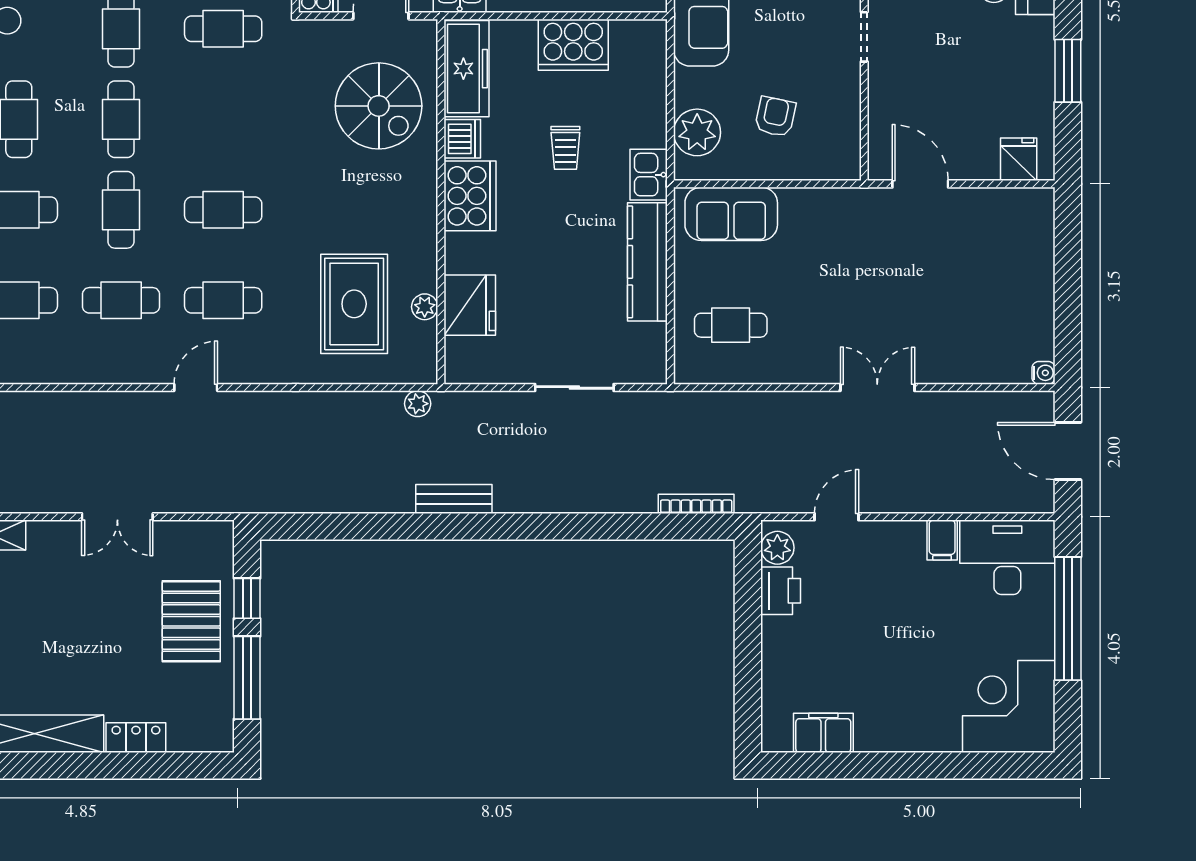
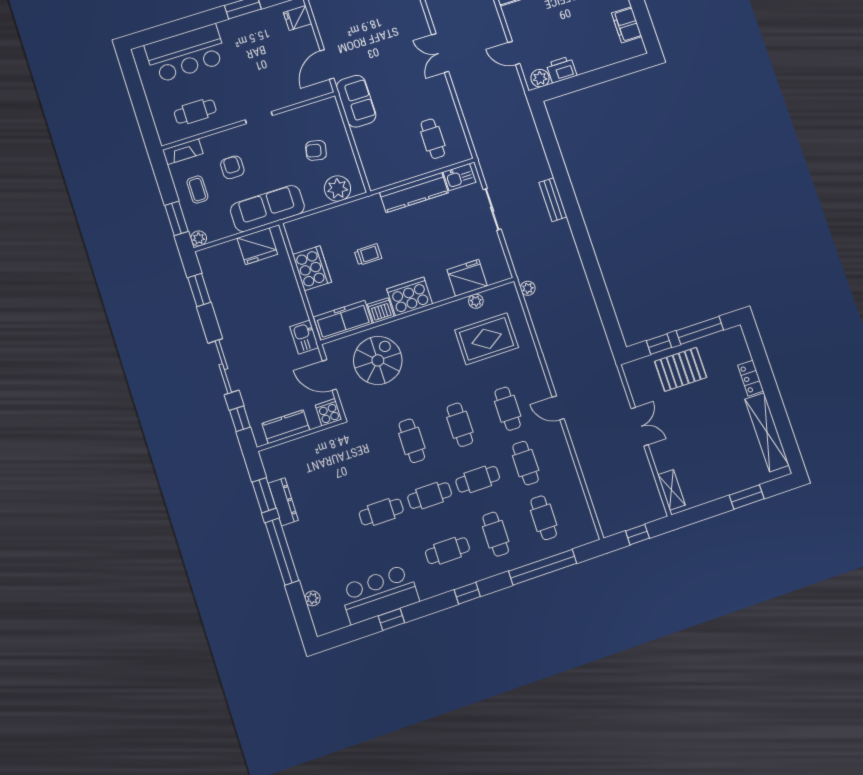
cafe table: (223, 29) -> (412, 441), moved
kitchen sink: (649, 175) -> (459, 177), moved
sofa: (731, 214) -> (356, 101), moved
bench: (454, 499) -> (553, 200), moved
bookcase: (696, 504) -> (531, 127), removed

